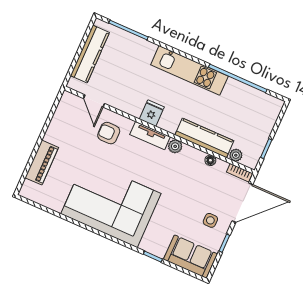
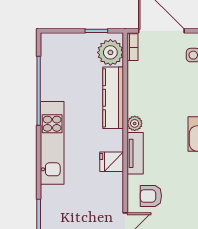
armchair: (109, 133) -> (151, 196), turned 90
plant: (236, 155) -> (110, 52), width x1.88, depth x1.88
floor lamp: (210, 160) -> (133, 82), removed

